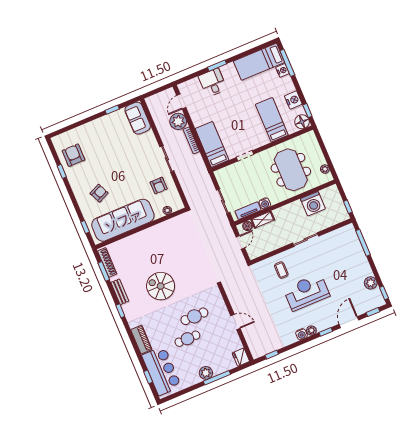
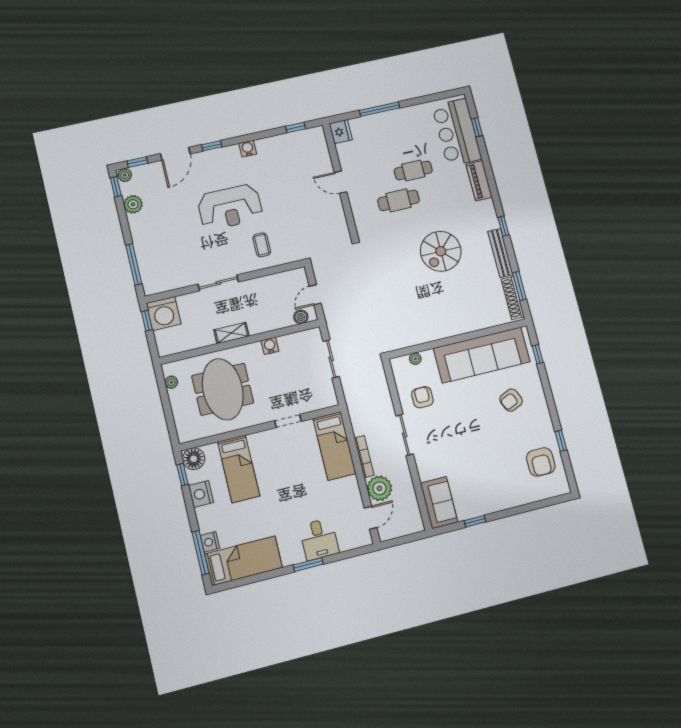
washing machine: (313, 204) -> (164, 314), moved, turned 180
tv unit: (248, 211) -> (296, 339), removed
shelving: (263, 220) -> (232, 333), moved
spiral stairs: (161, 286) -> (441, 251), turned 90
bench: (120, 292) -> (500, 253), width x1.36
plant: (311, 330) -> (125, 175), moved
plant: (206, 373) -> (394, 119), removed

